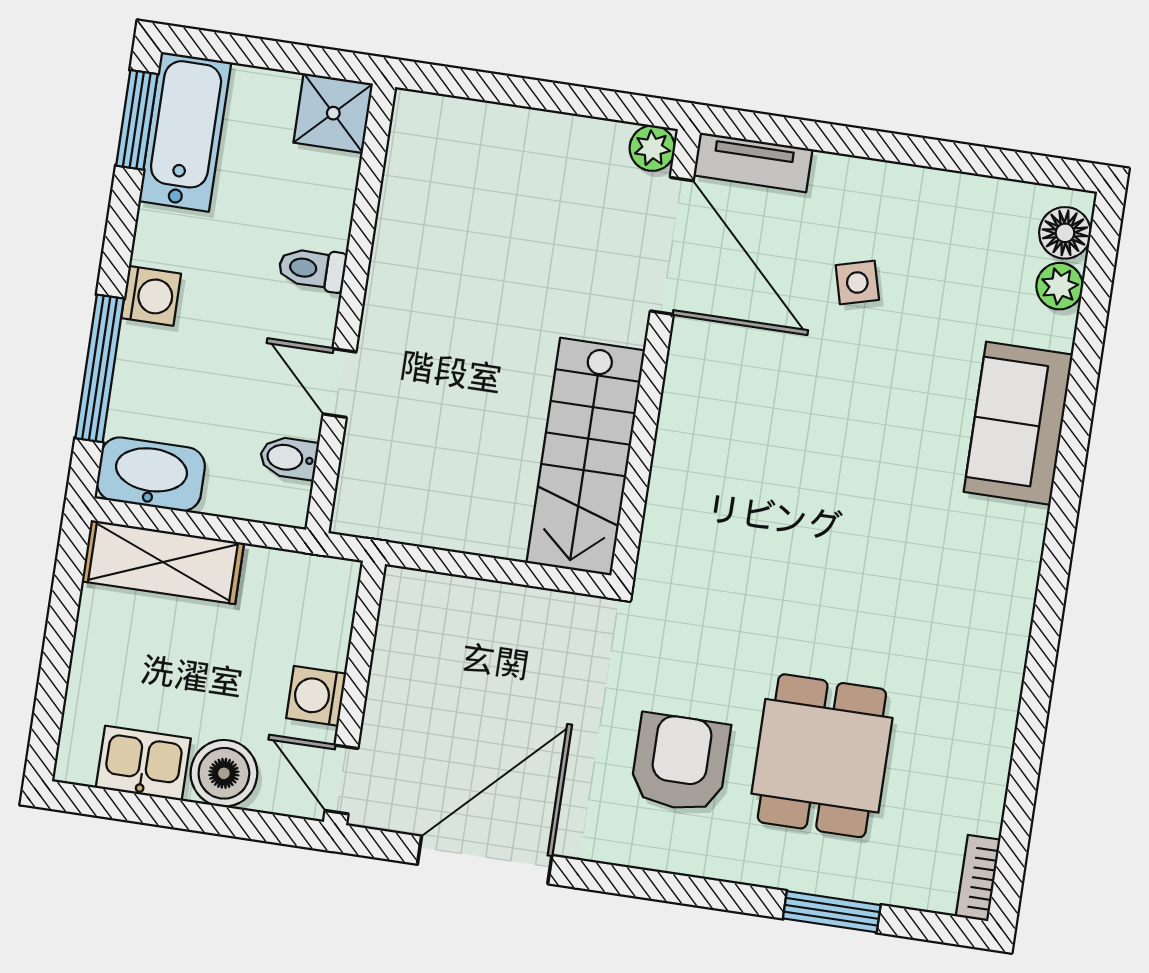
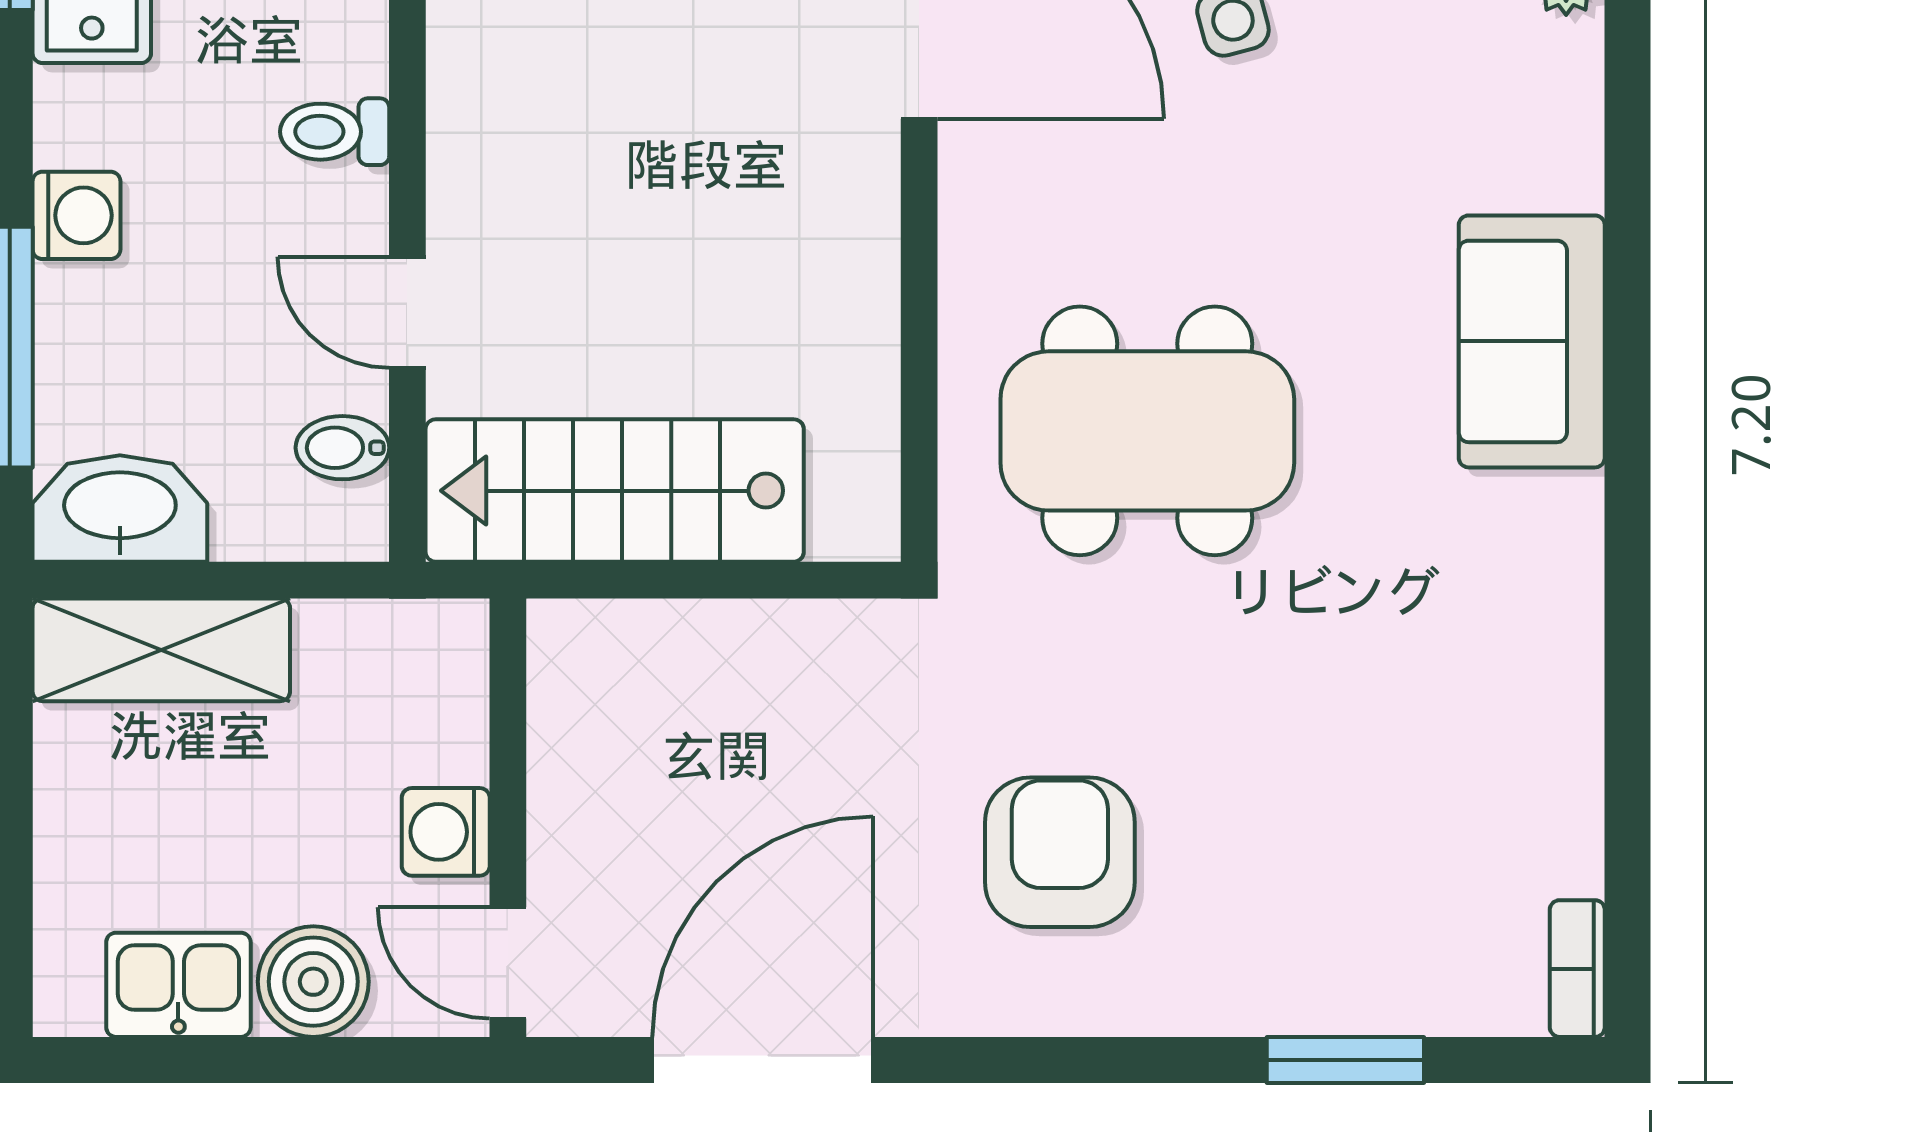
sofa: (1018, 423) -> (1532, 341), moved
stairs: (586, 457) -> (615, 491), moved, turned 90
dining table: (822, 756) -> (1147, 431), moved, width x1.38

